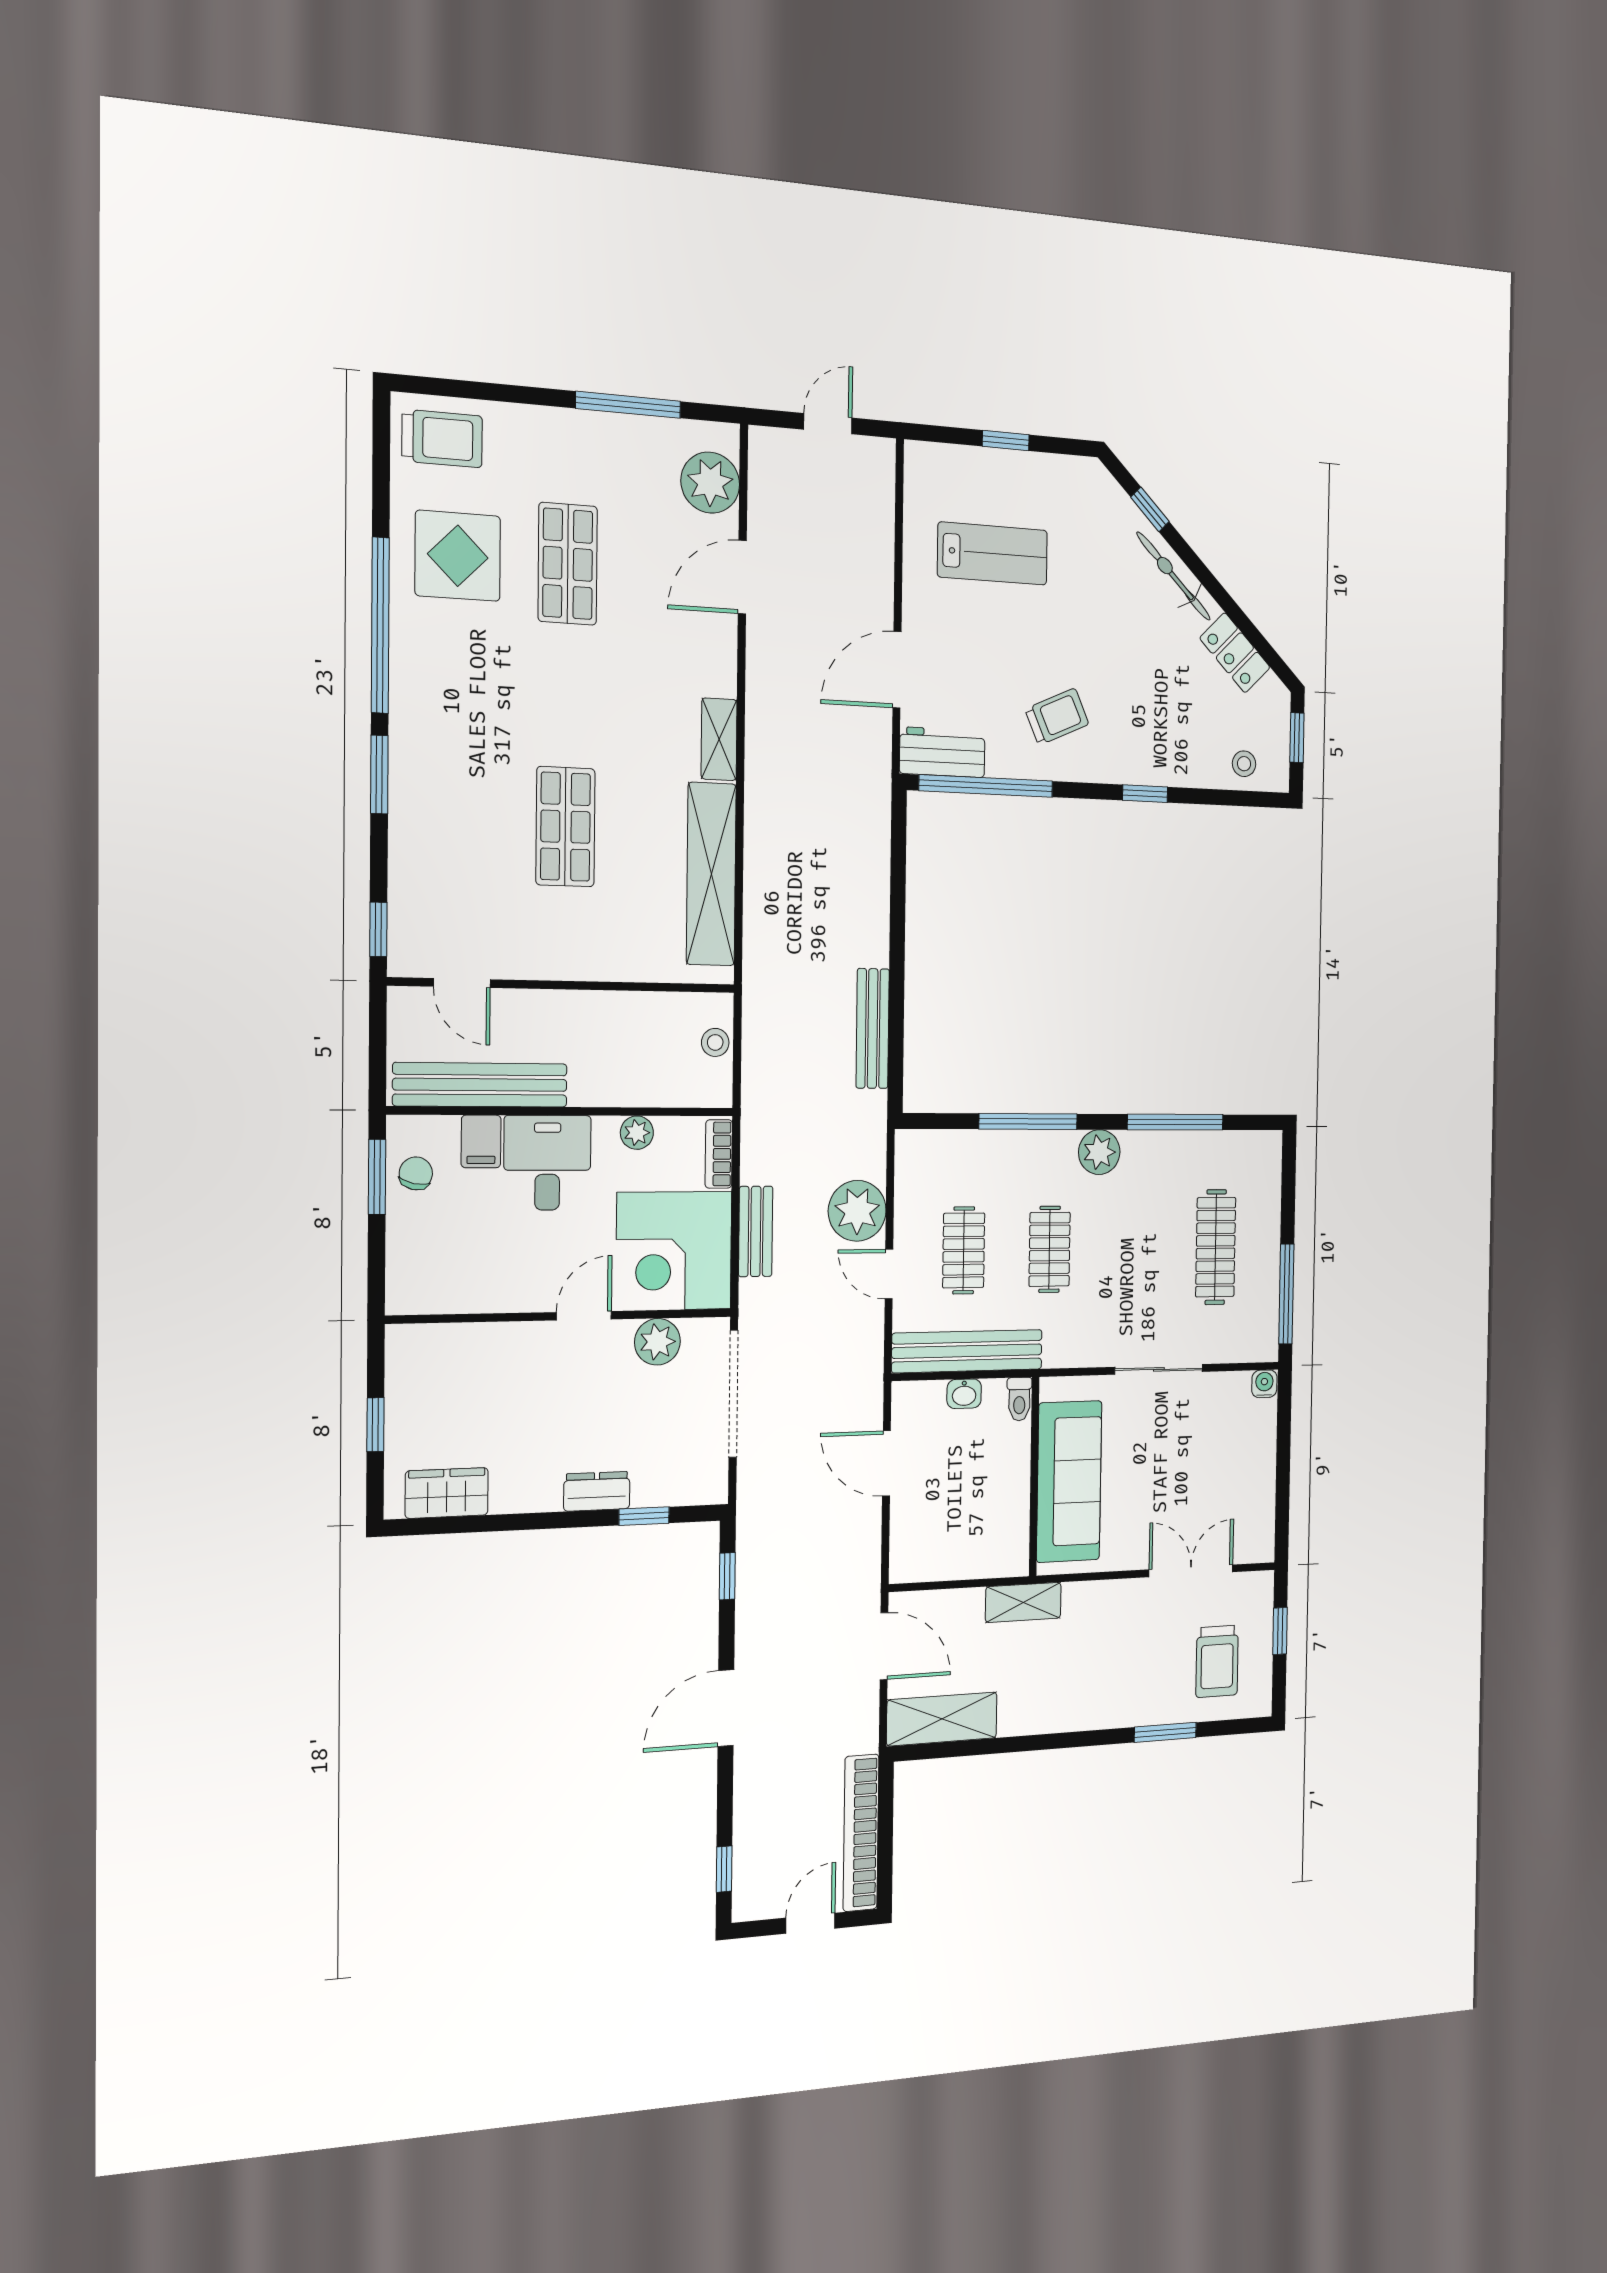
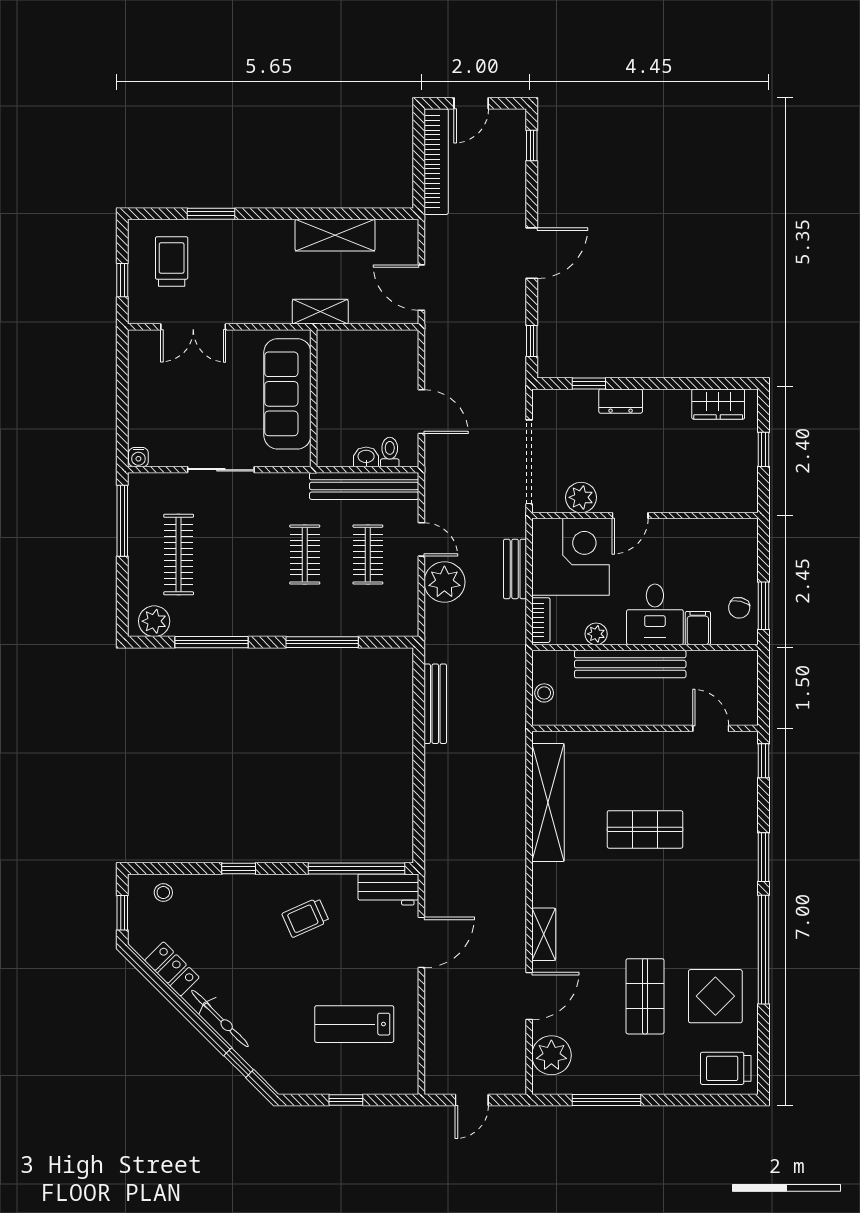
shelving: (719, 739) -> (544, 934), moved
shop shelf: (565, 827) -> (645, 829), turned 90
bench: (480, 1085) -> (630, 664), moved
plant: (1099, 1152) -> (154, 621), moved
toilet: (1019, 1399) -> (390, 452), moved
shelving: (942, 1719) -> (335, 235), moved

